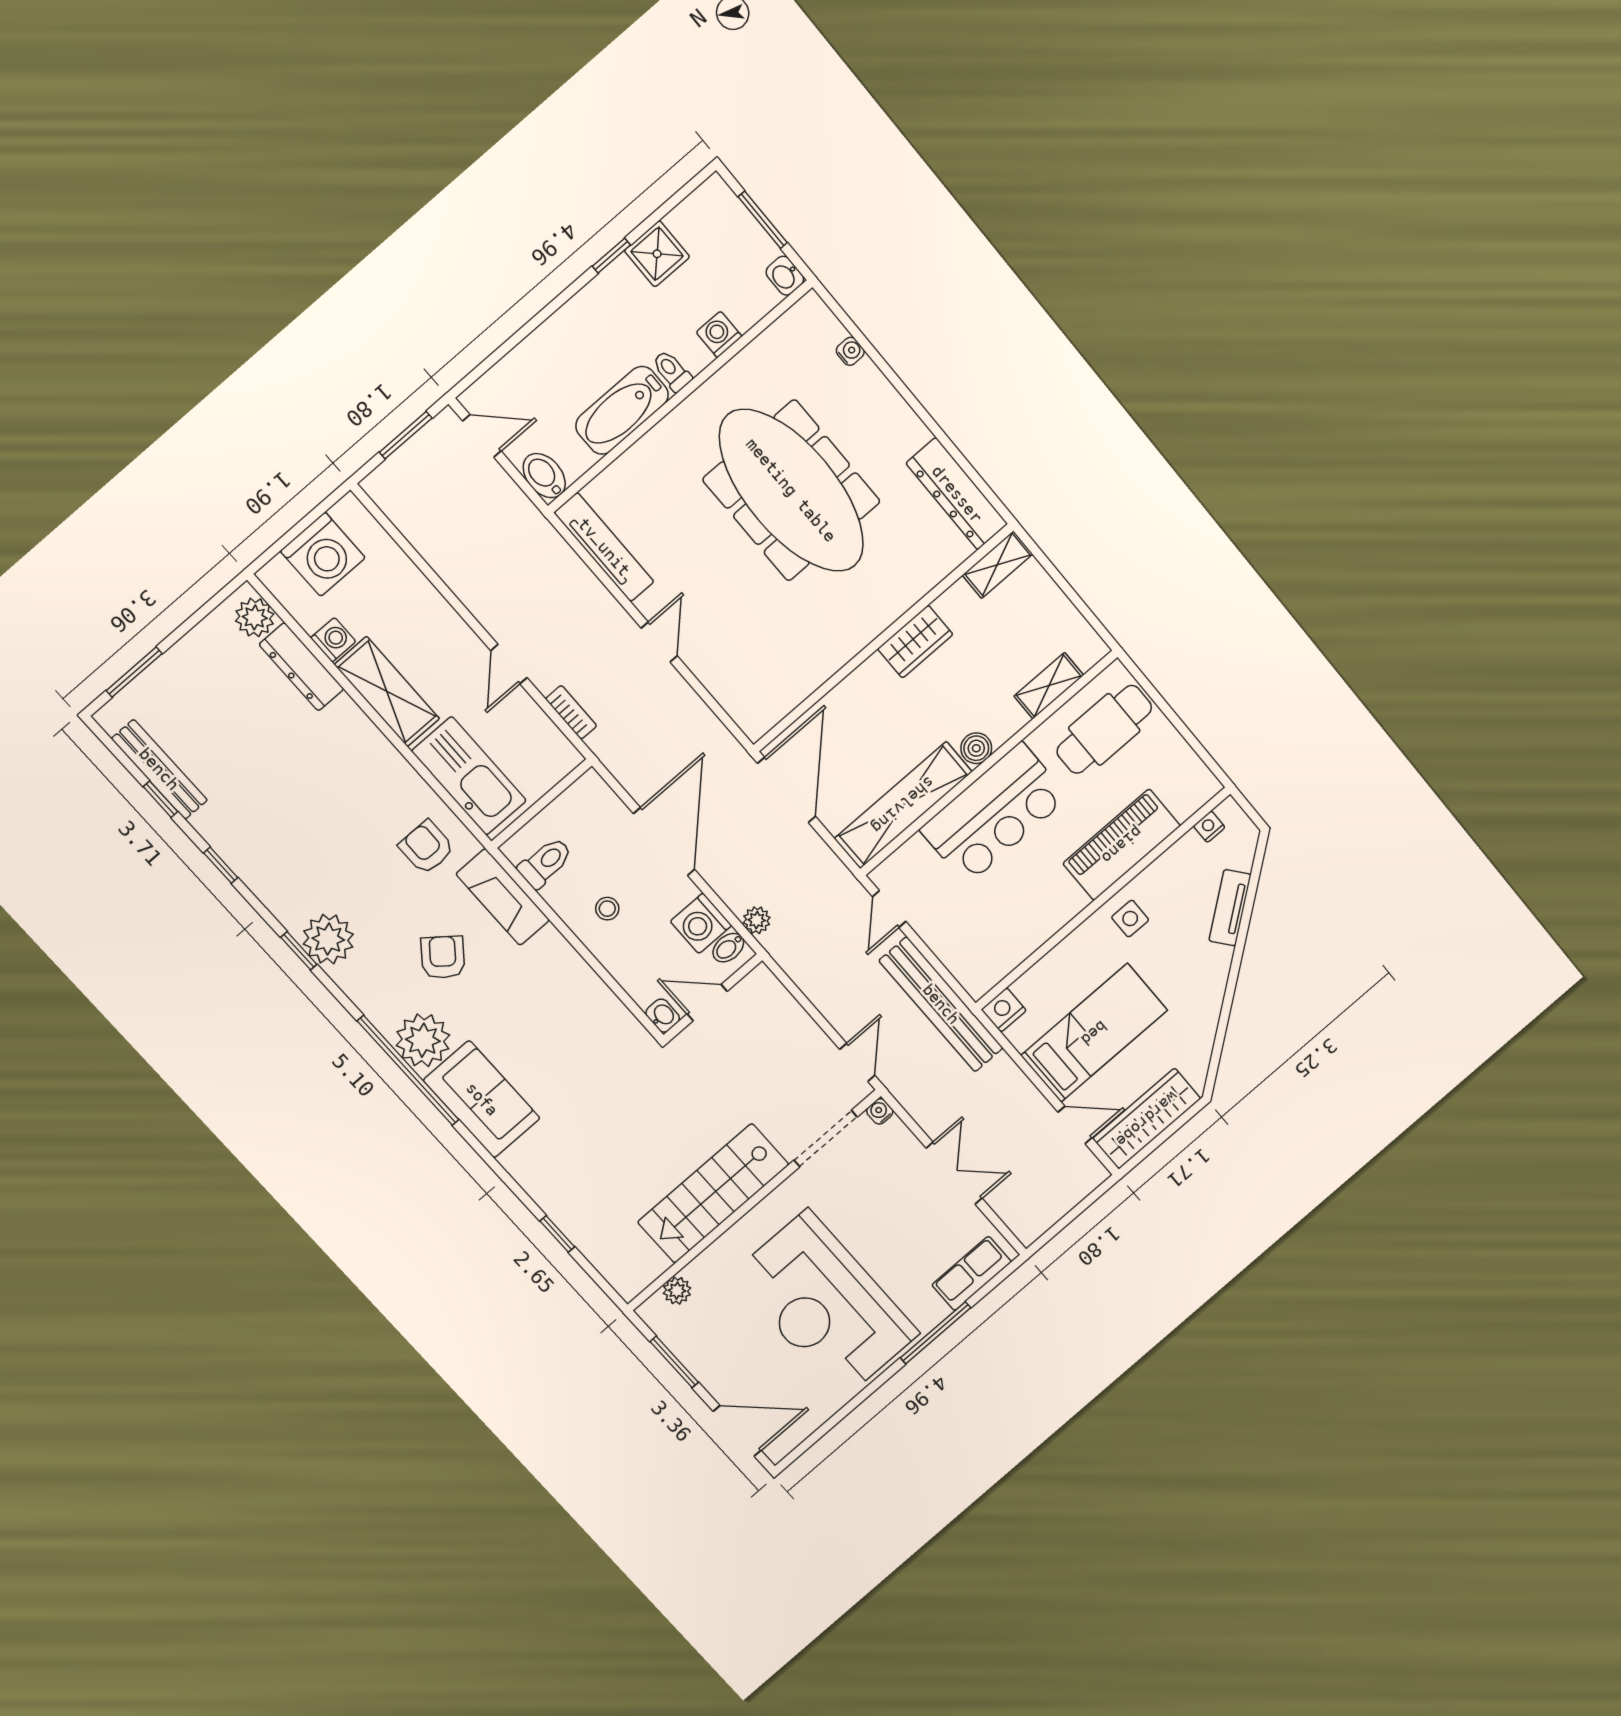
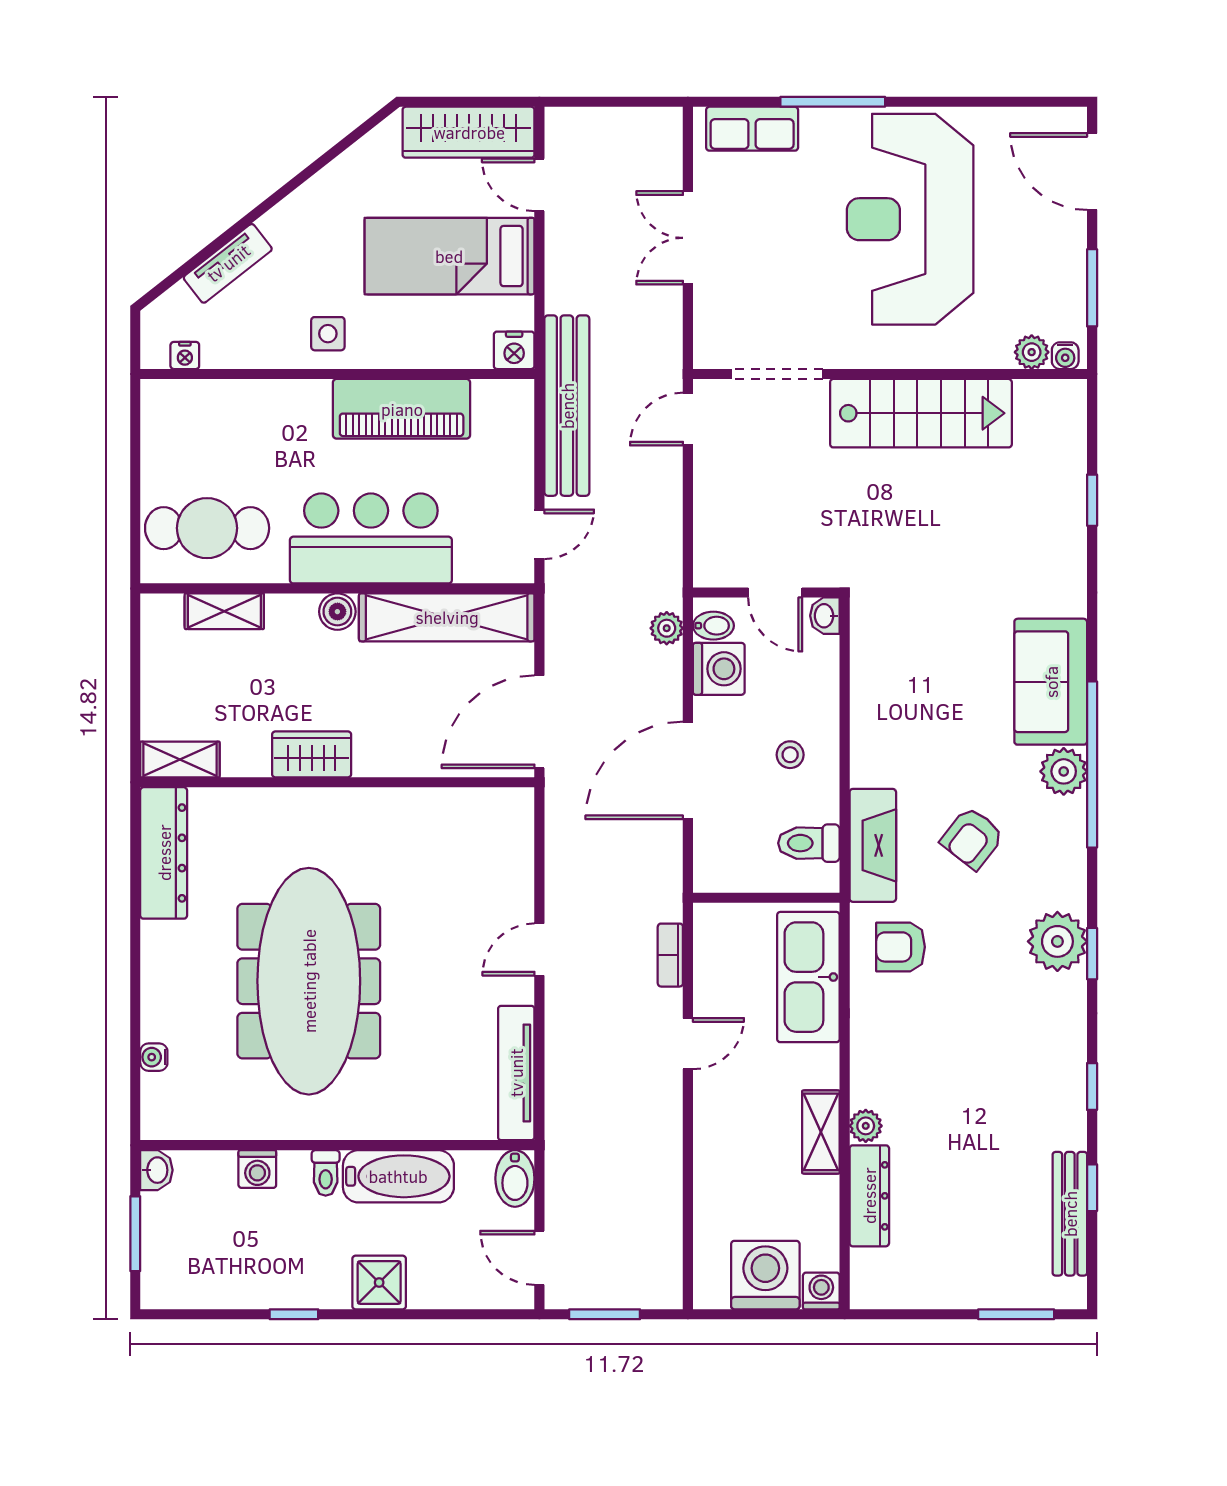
shower: (657, 254) -> (379, 1283), moved
plant: (255, 617) -> (866, 1126), moved, width x0.73, depth x0.73
washing machine: (333, 640) -> (821, 1291), moved, turned 90
shelving: (387, 692) -> (821, 1132), width x0.67, depth x0.75
piano: (1122, 845) -> (402, 409), moved
armchair: (427, 847) -> (901, 947), turned 90
plant: (423, 1040) -> (1064, 771), width x0.73, depth x0.73
water cooler: (880, 1111) -> (1065, 356), moved
reception desk: (825, 1305) -> (910, 219), turned 180

